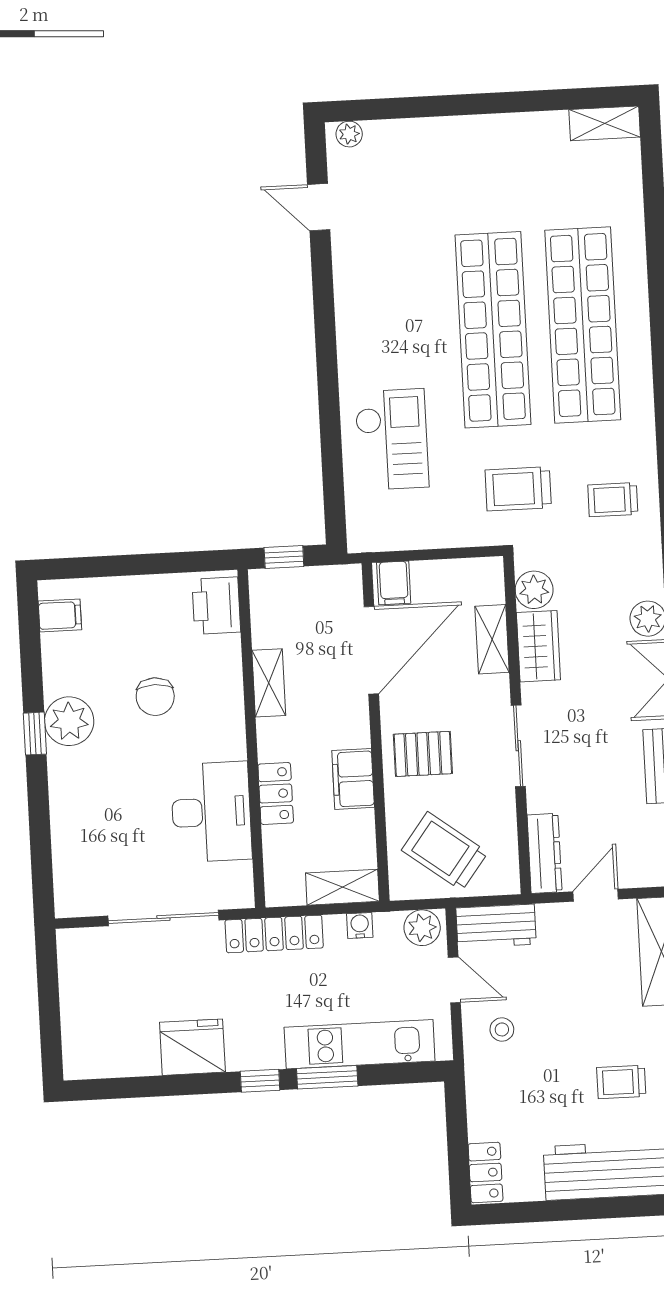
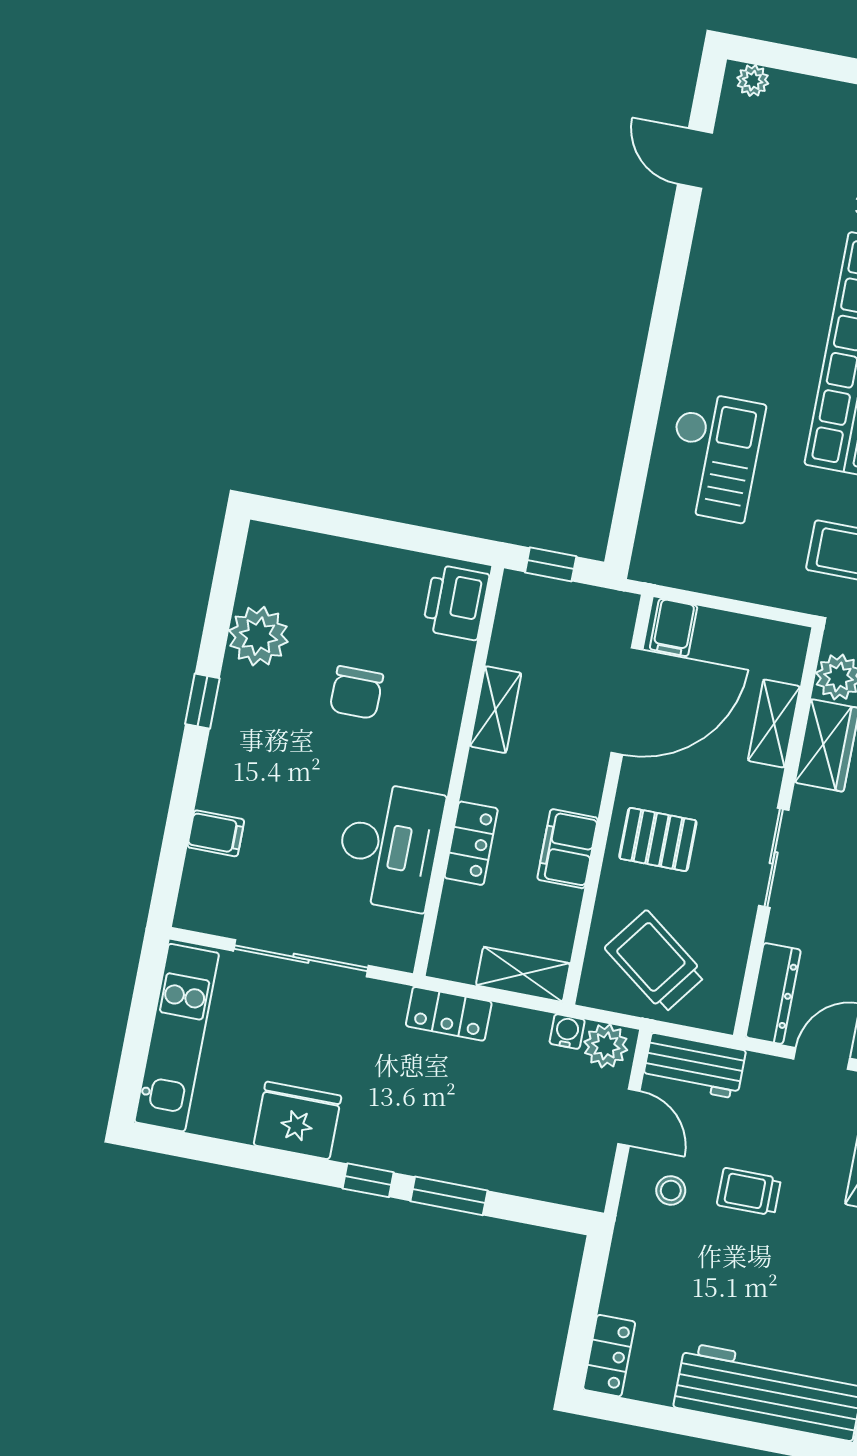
filing cabinet: (60, 615) -> (216, 833), moved
plant: (69, 721) -> (258, 636), moved
water cooler: (360, 925) -> (567, 1032), moved
locker: (274, 934) -> (449, 1014), width x0.66
kitchen unit: (360, 1044) -> (177, 1038), moved, turned 90
trolley: (621, 1082) -> (749, 1192), moved

